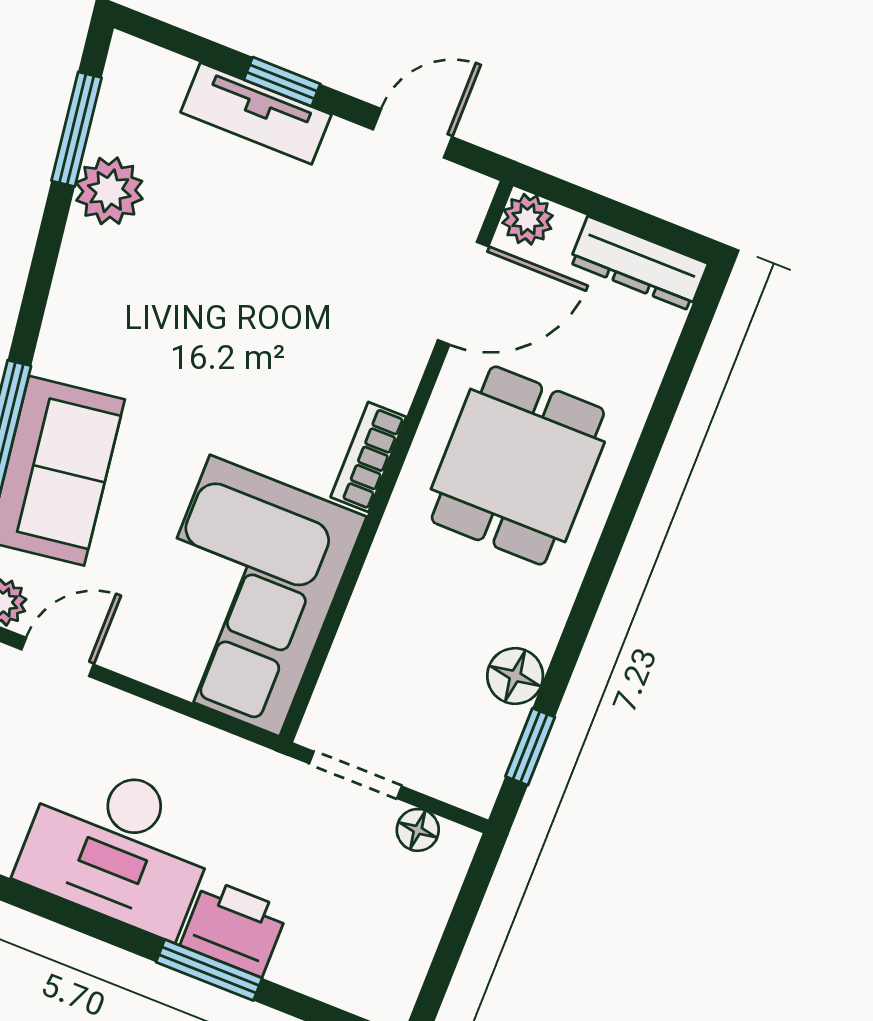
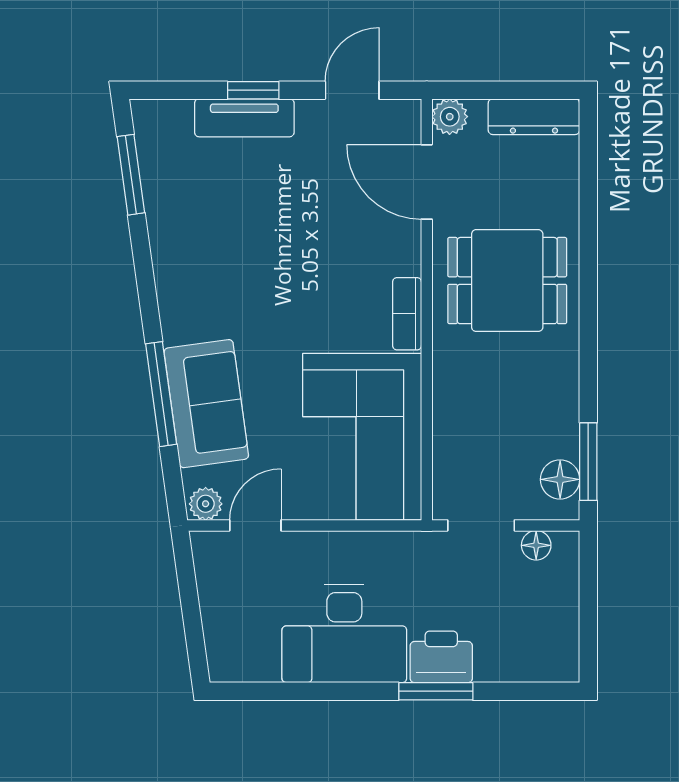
plant: (109, 191) -> (168, 207), removed
door: (463, 293) -> (427, 182), swing flipped
dining table: (518, 466) -> (507, 281), turned 90
floor lamp: (515, 676) -> (560, 479), moved
window: (530, 747) -> (588, 462), width x1.50

